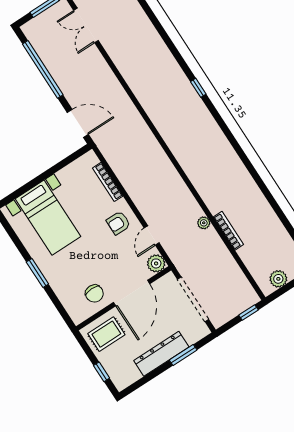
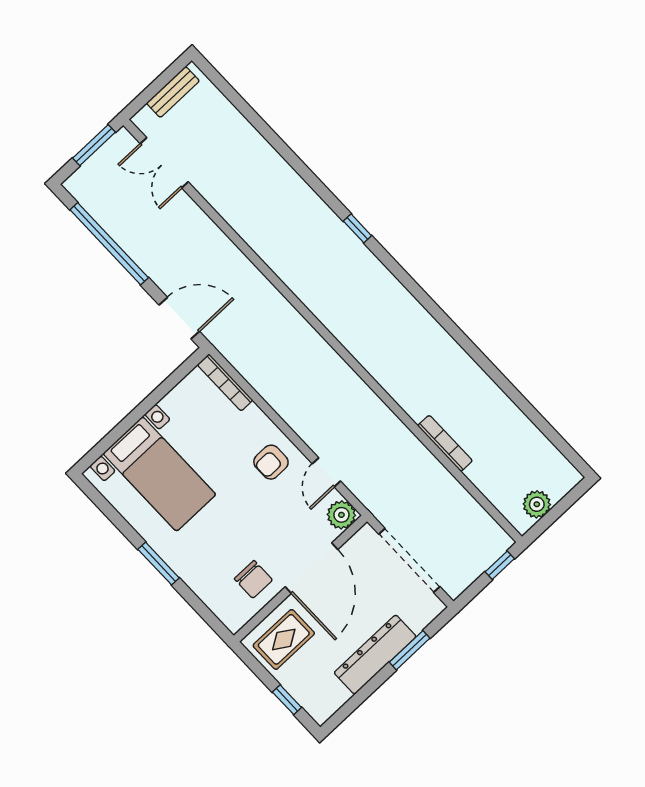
bookcase: (108, 182) -> (225, 382), moved
plant: (204, 223) -> (404, 438), removed

